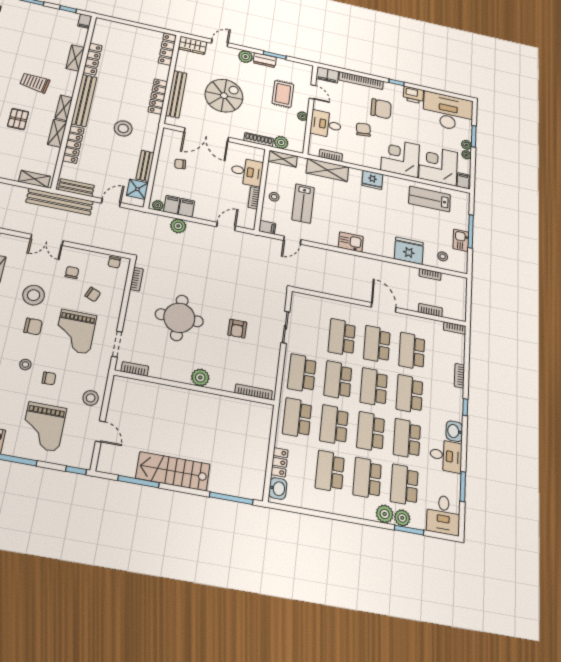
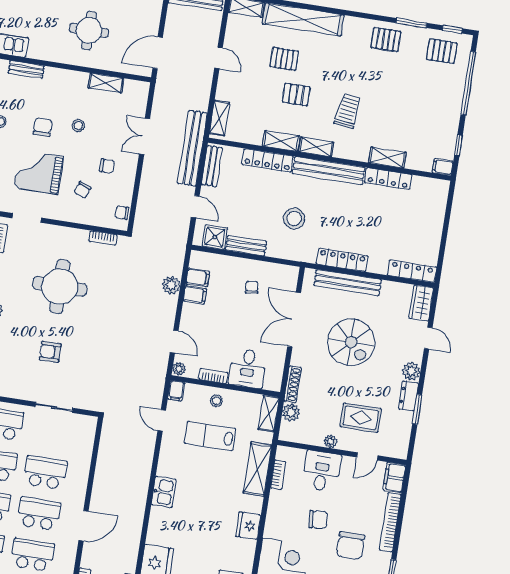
plant: (158, 205) -> (179, 369), moved
stool: (34, 295) -> (78, 126), width x0.53, depth x0.53
chair: (33, 326) -> (43, 127), turned 180

